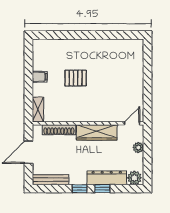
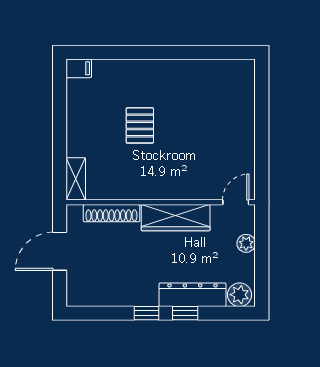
filing cabinet: (40, 77) -> (79, 68), moved
pallet: (76, 78) -> (140, 125), turned 90
bench: (50, 180) -> (97, 298), removed

